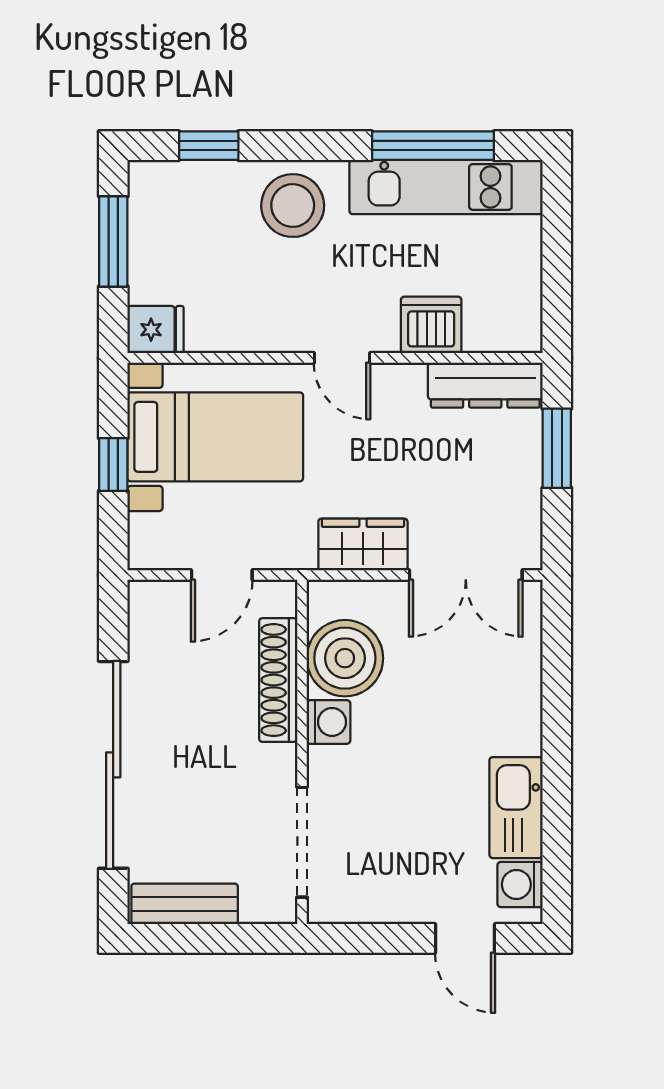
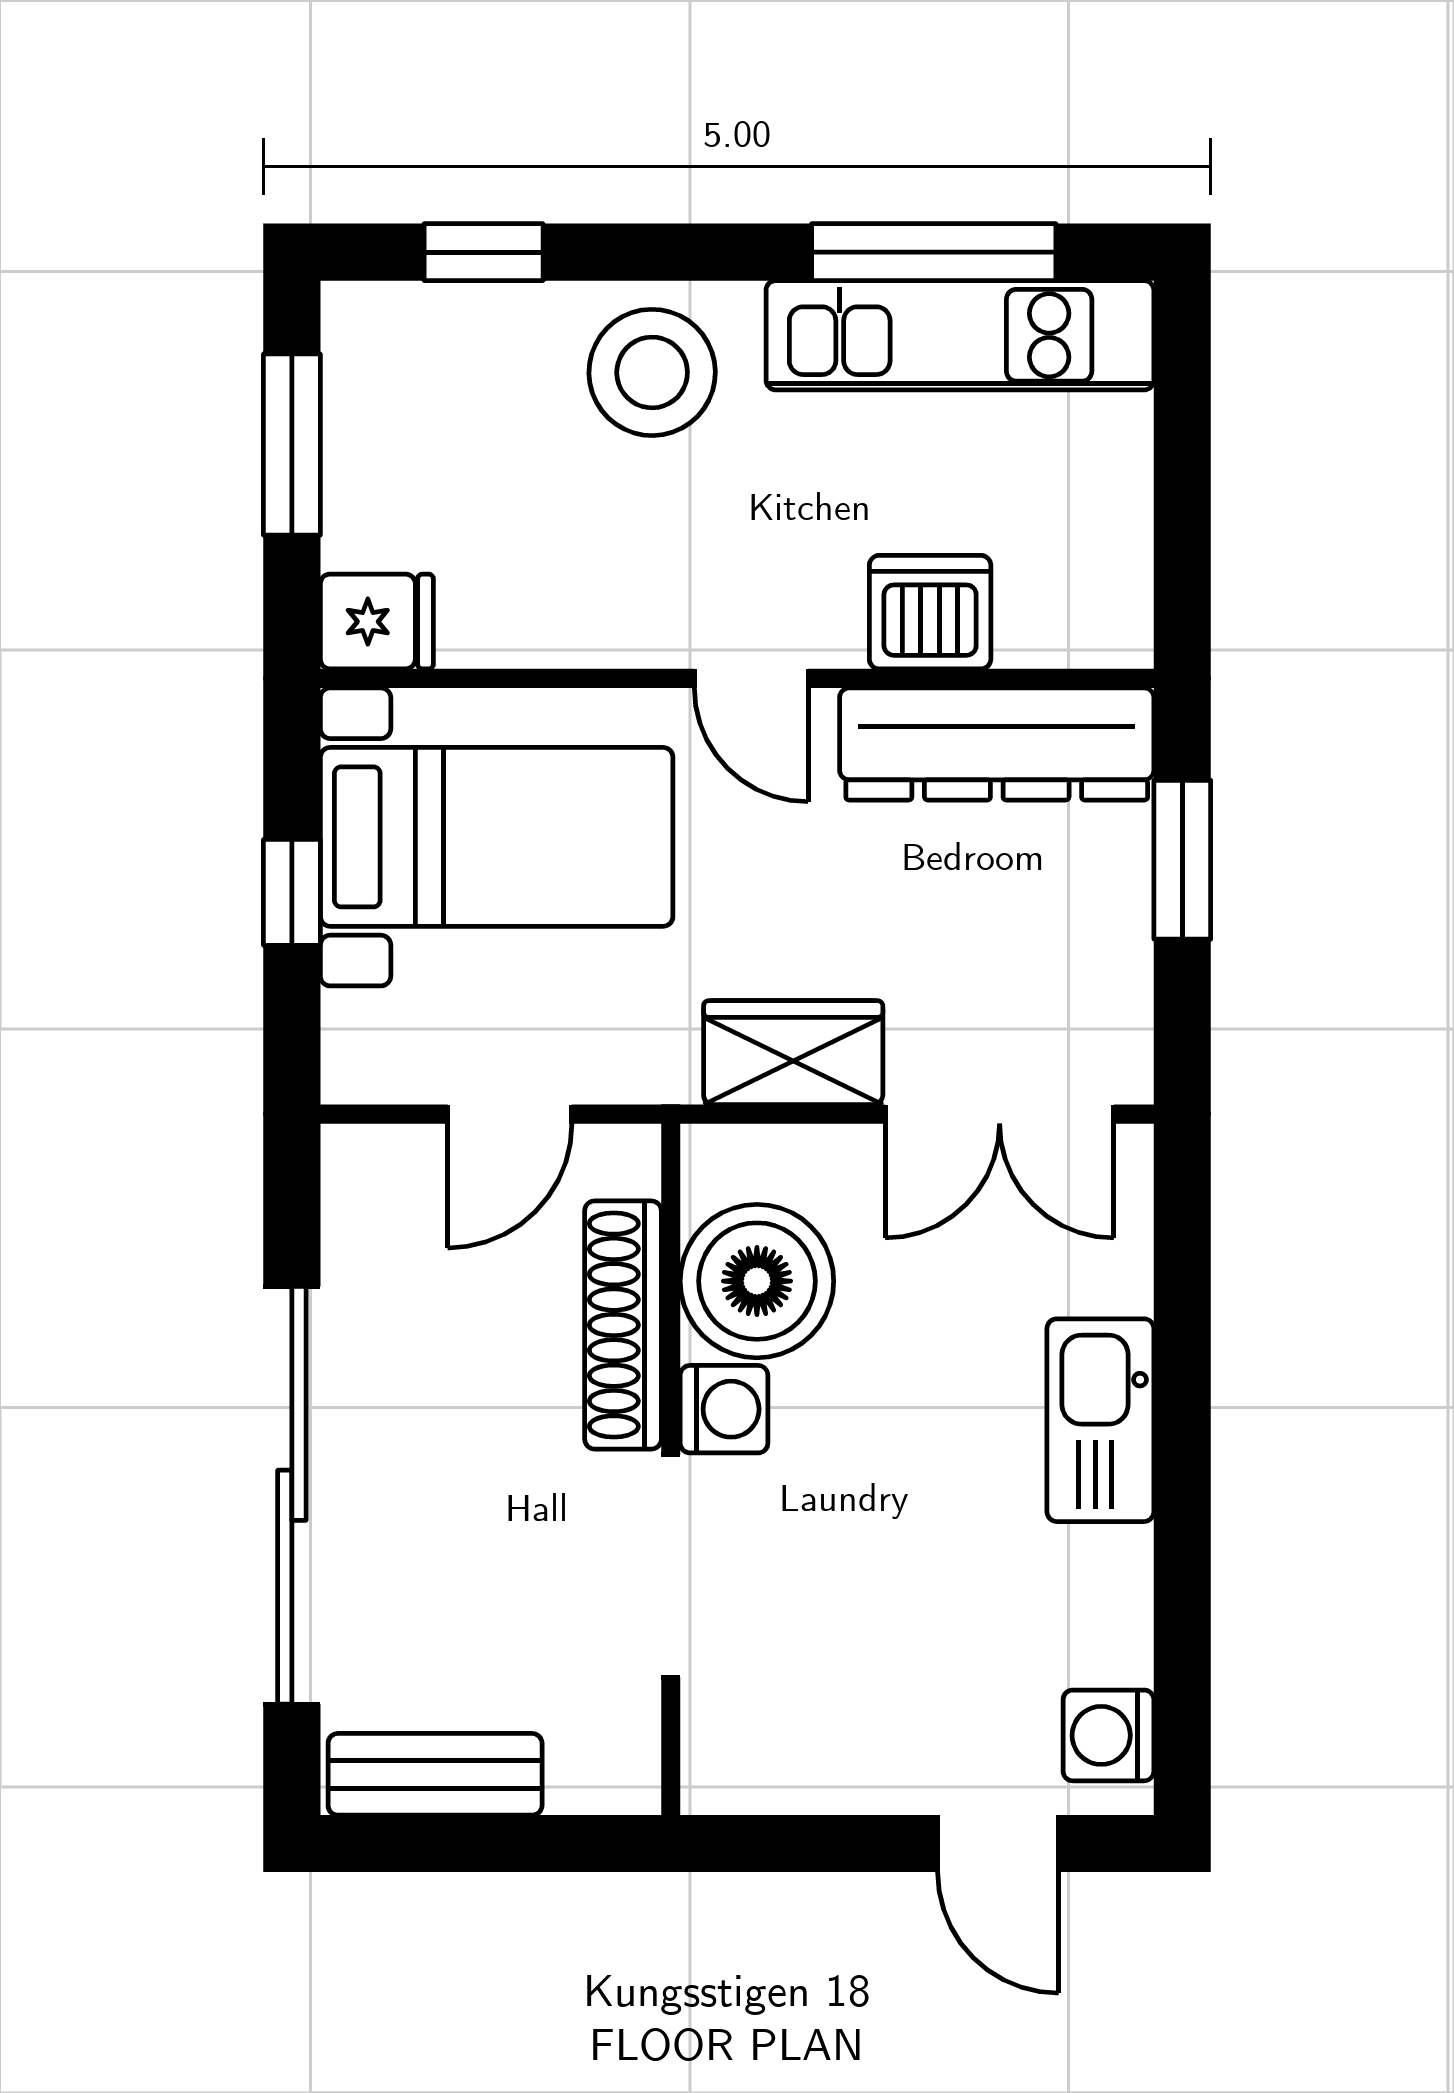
dresser: (485, 385) -> (997, 744), width x1.37, depth x1.24
kitchen sink: (516, 808) -> (1100, 1420), moved
doorway: (302, 842) -> (671, 1566), moved

